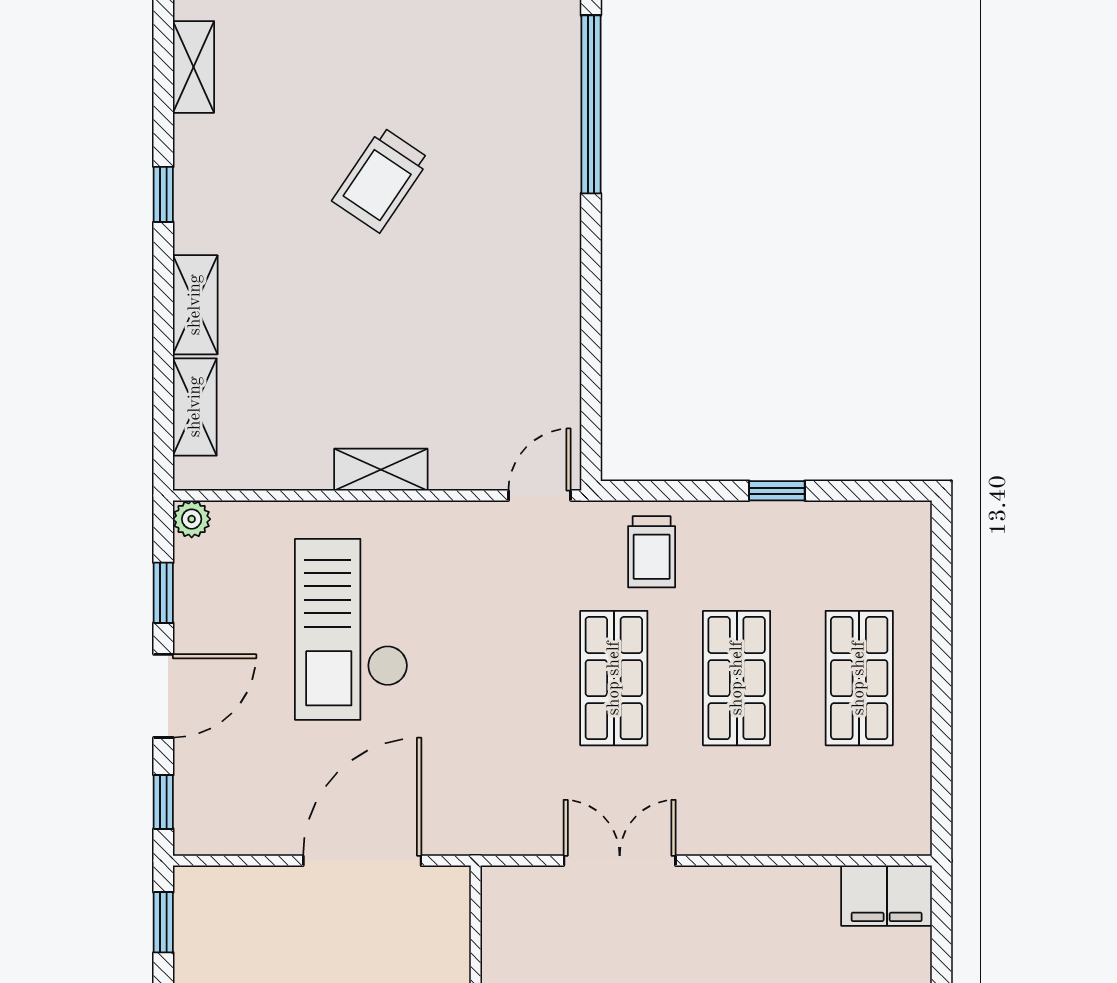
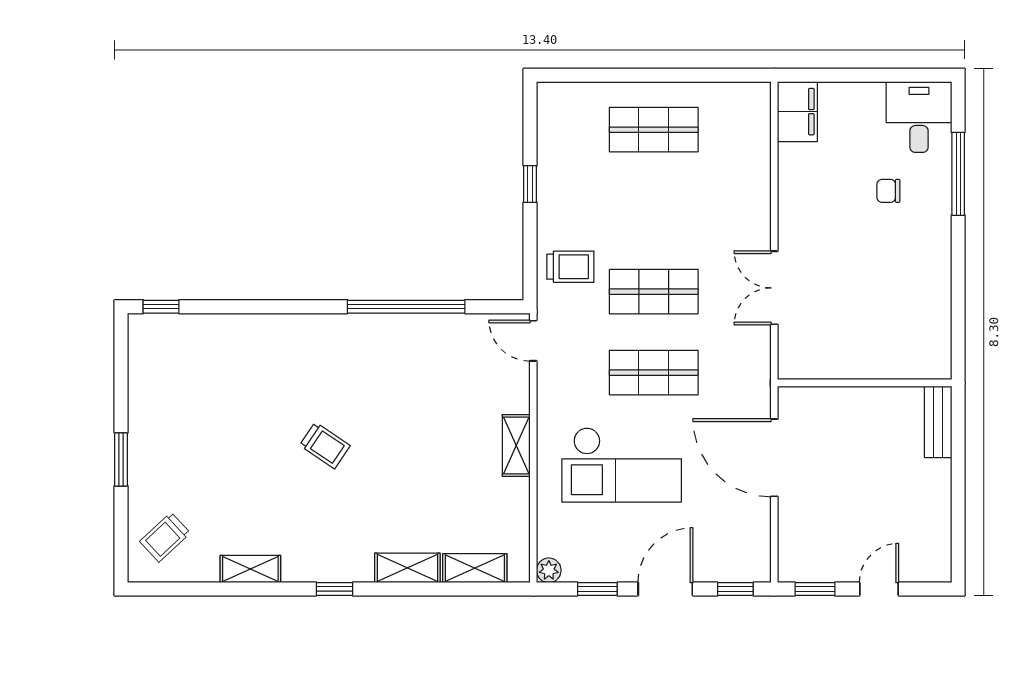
window: (591, 104) -> (406, 307), moved
trolley: (381, 180) -> (325, 445), width x0.73, depth x0.72
shop shelf: (737, 678) -> (654, 373), moved
door: (163, 696) -> (665, 589), hinge flipped

